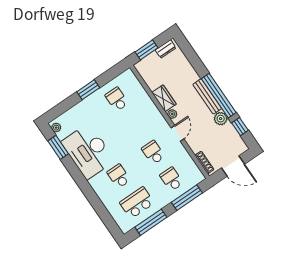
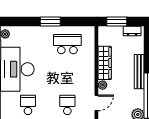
bench: (207, 96) -> (139, 72), moved
wardrobe: (164, 98) -> (105, 63), width x1.50
school desk: (117, 99) -> (67, 44), width x1.85

